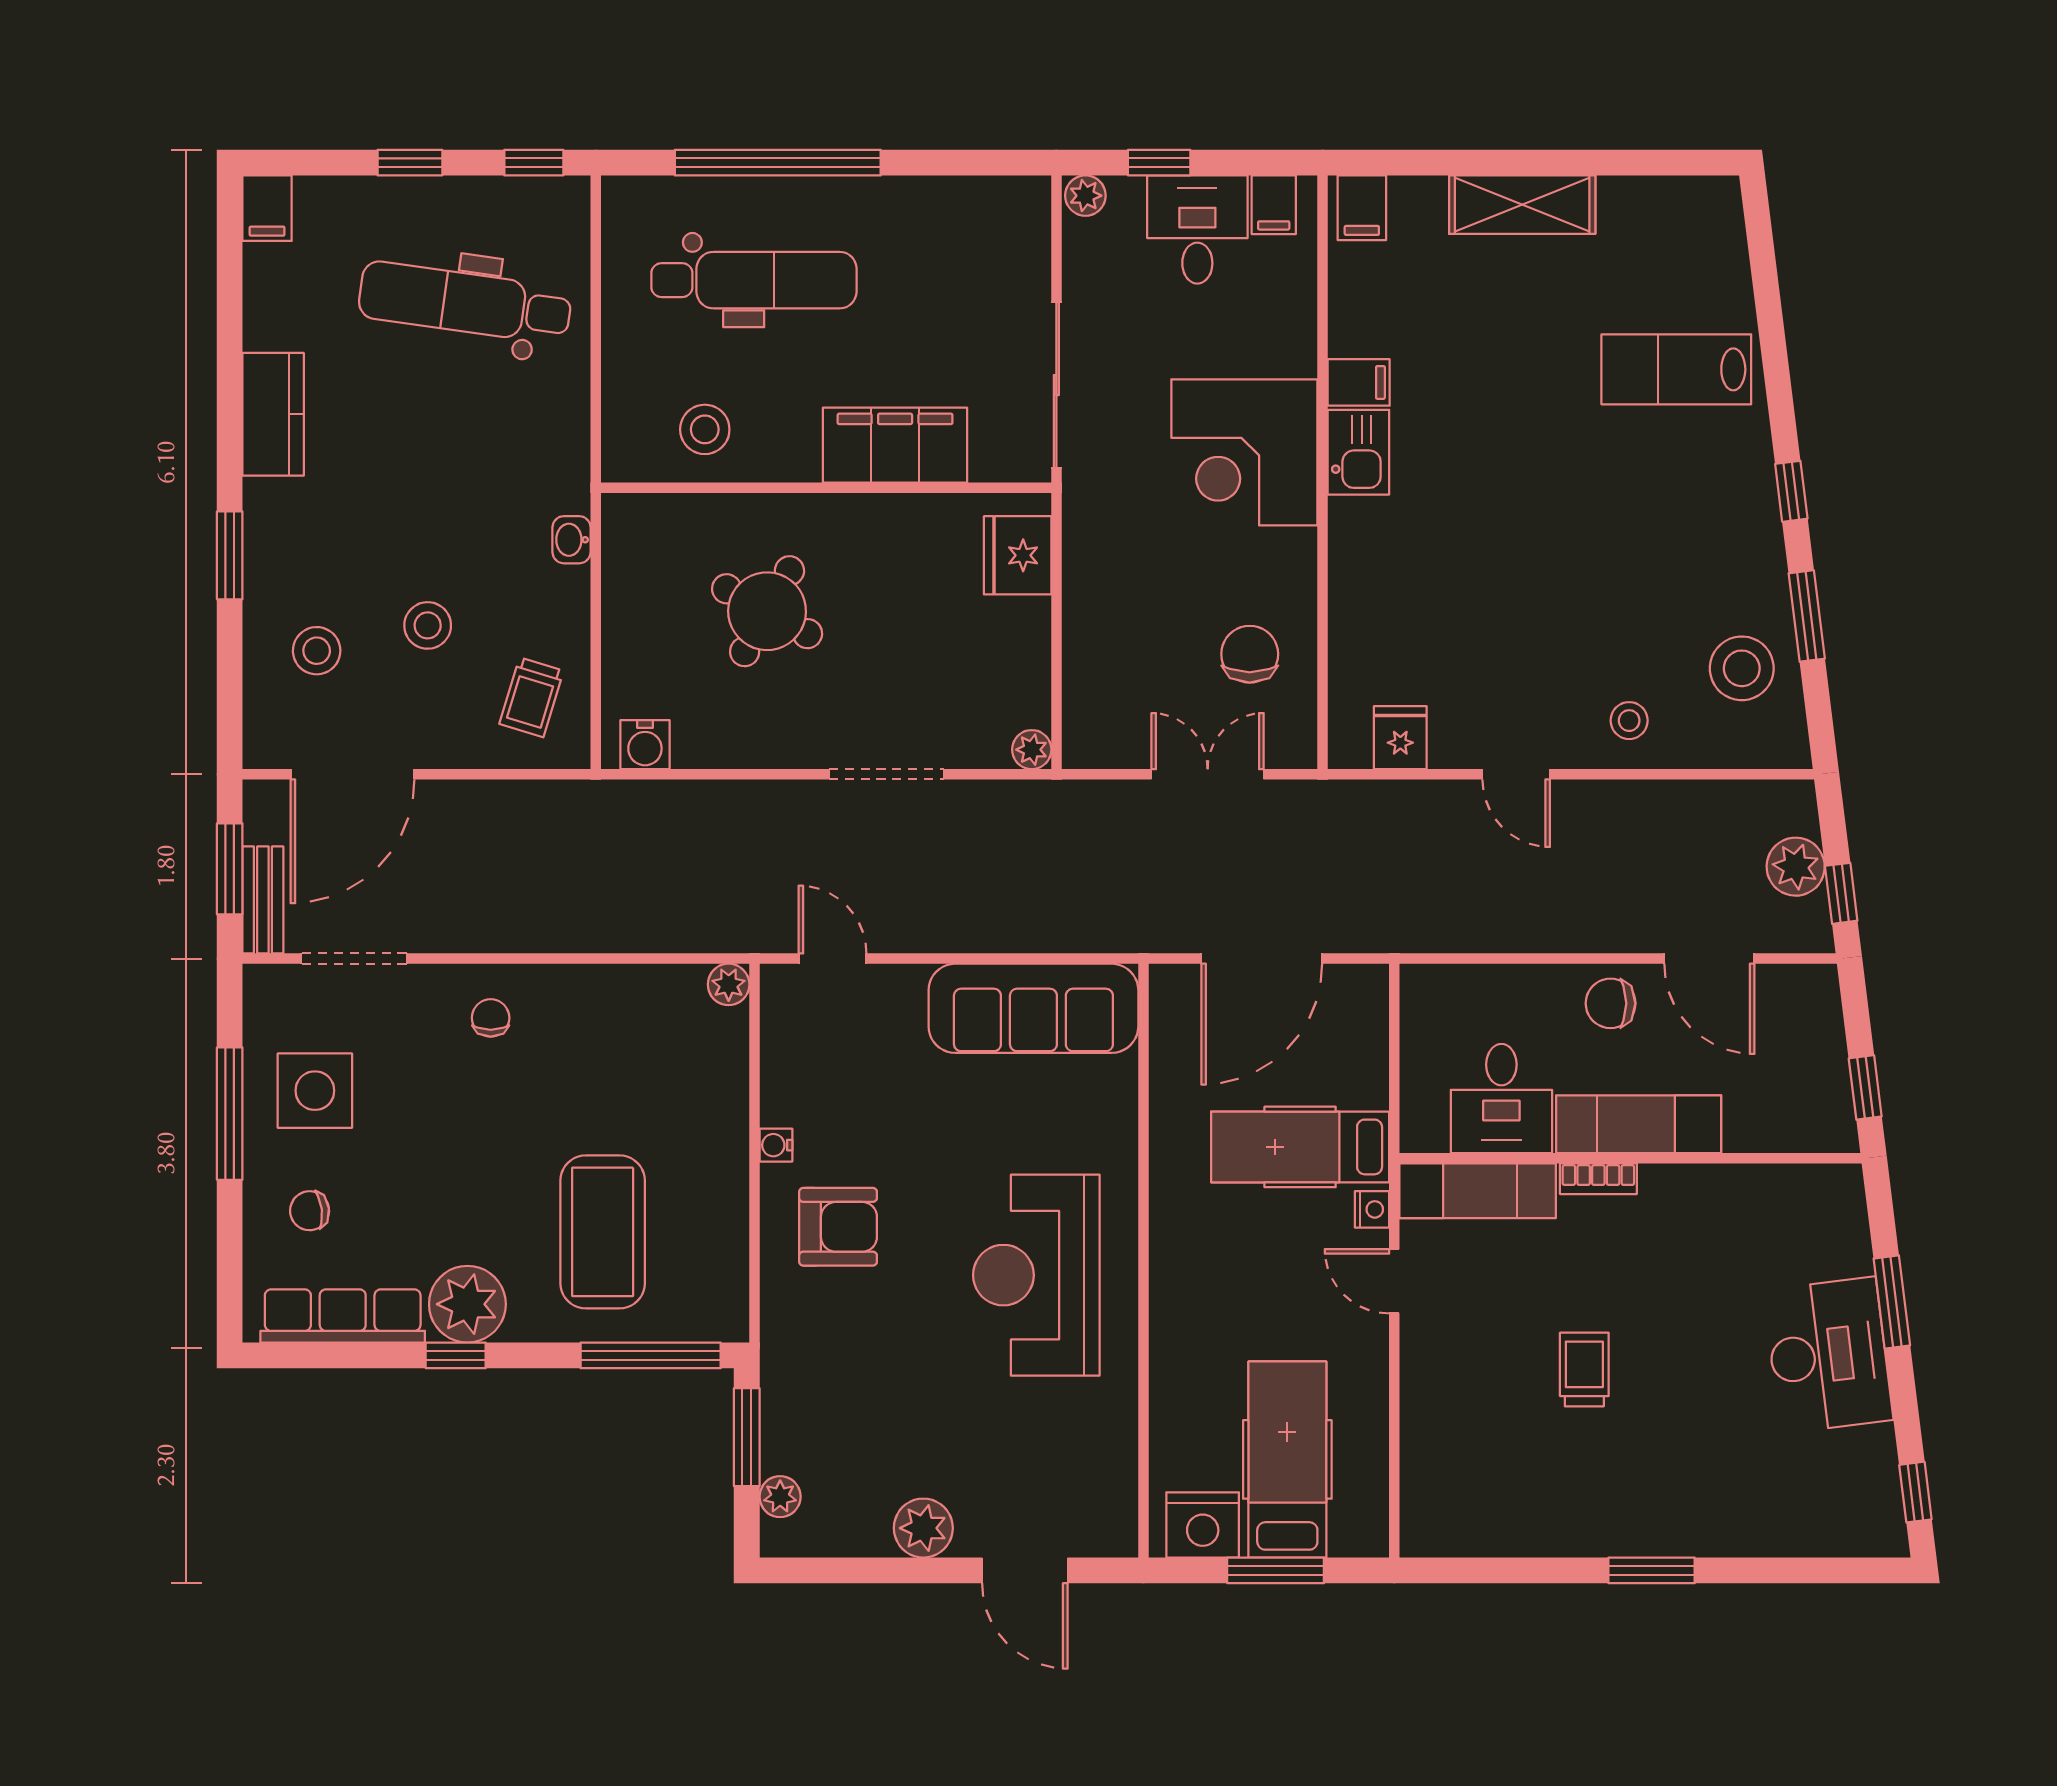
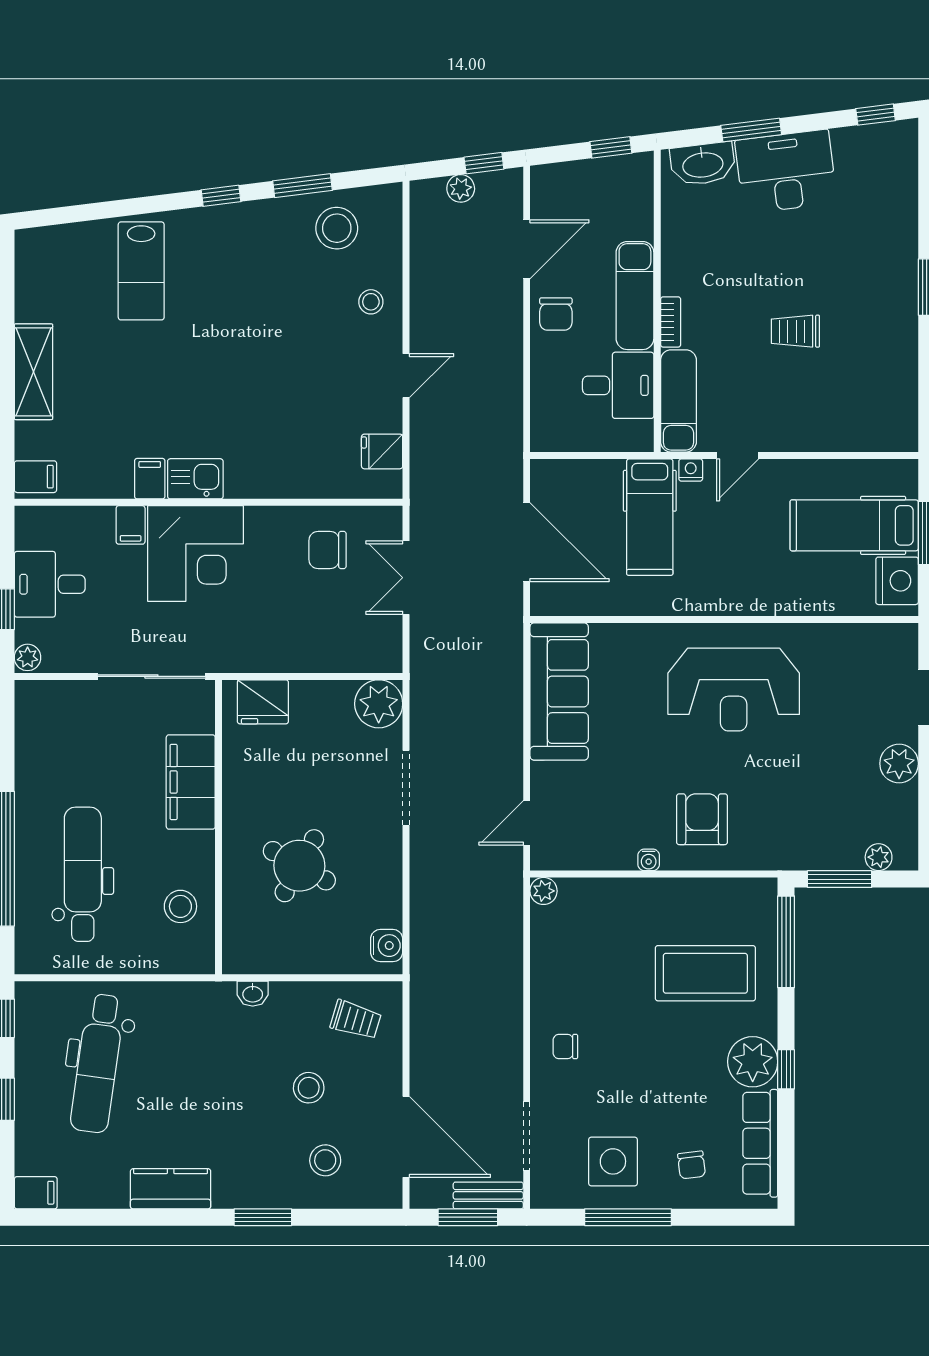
filing cabinet: (1274, 205) -> (131, 525), moved, turned 90
plant: (1032, 750) -> (379, 704), width x1.88, depth x1.88
plant: (1796, 867) -> (461, 188), width x0.73, depth x0.73
washbasin: (1840, 1228) -> (703, 164), added

